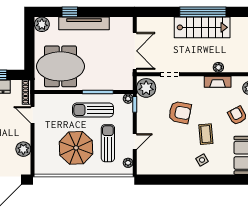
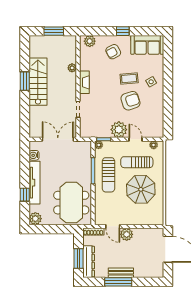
window: (203, 12) -> (25, 81), width x0.47
water cooler: (116, 23) -> (34, 155), added
fireplace: (218, 82) -> (84, 82), moved
plant: (146, 88) -> (119, 130), moved
armchair: (180, 112) -> (131, 101), moved, turned 61
door: (33, 115) -> (113, 226), hinge flipped
plant: (23, 149) -> (127, 234), moved

